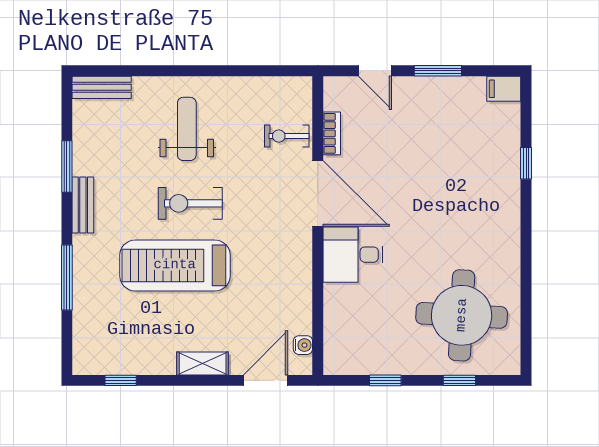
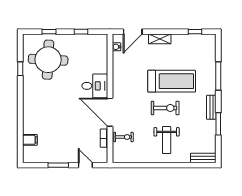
filing cabinet: (504, 89) -> (30, 140), moved
window: (526, 163) -> (20, 69), moved

